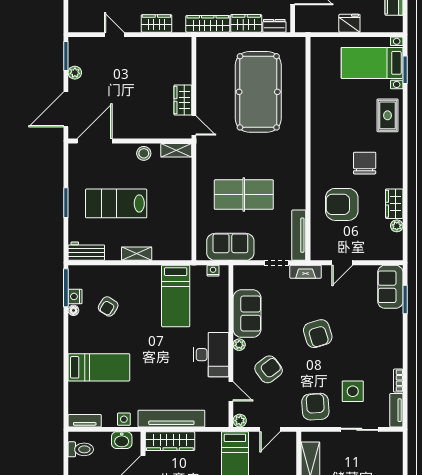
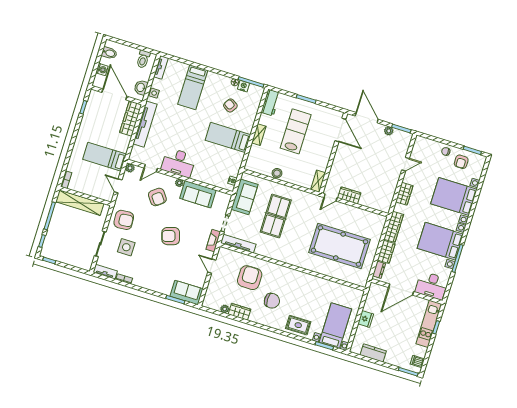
stool: (144, 153) -> (277, 173), moved
bed: (176, 296) -> (228, 137), moved

